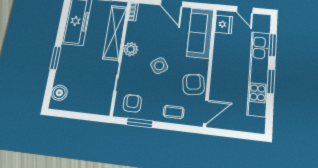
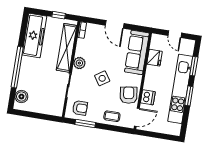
fridge: (224, 24) -> (155, 58), moved
window: (55, 58) -> (17, 67), width x2.11
dishwasher: (218, 86) -> (148, 97), added
armchair: (132, 103) -> (80, 108), turned 90

